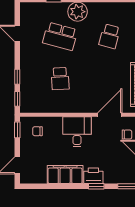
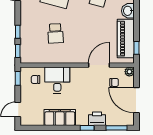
desk: (77, 132) -> (57, 80), moved
printer: (93, 176) -> (97, 119), moved

